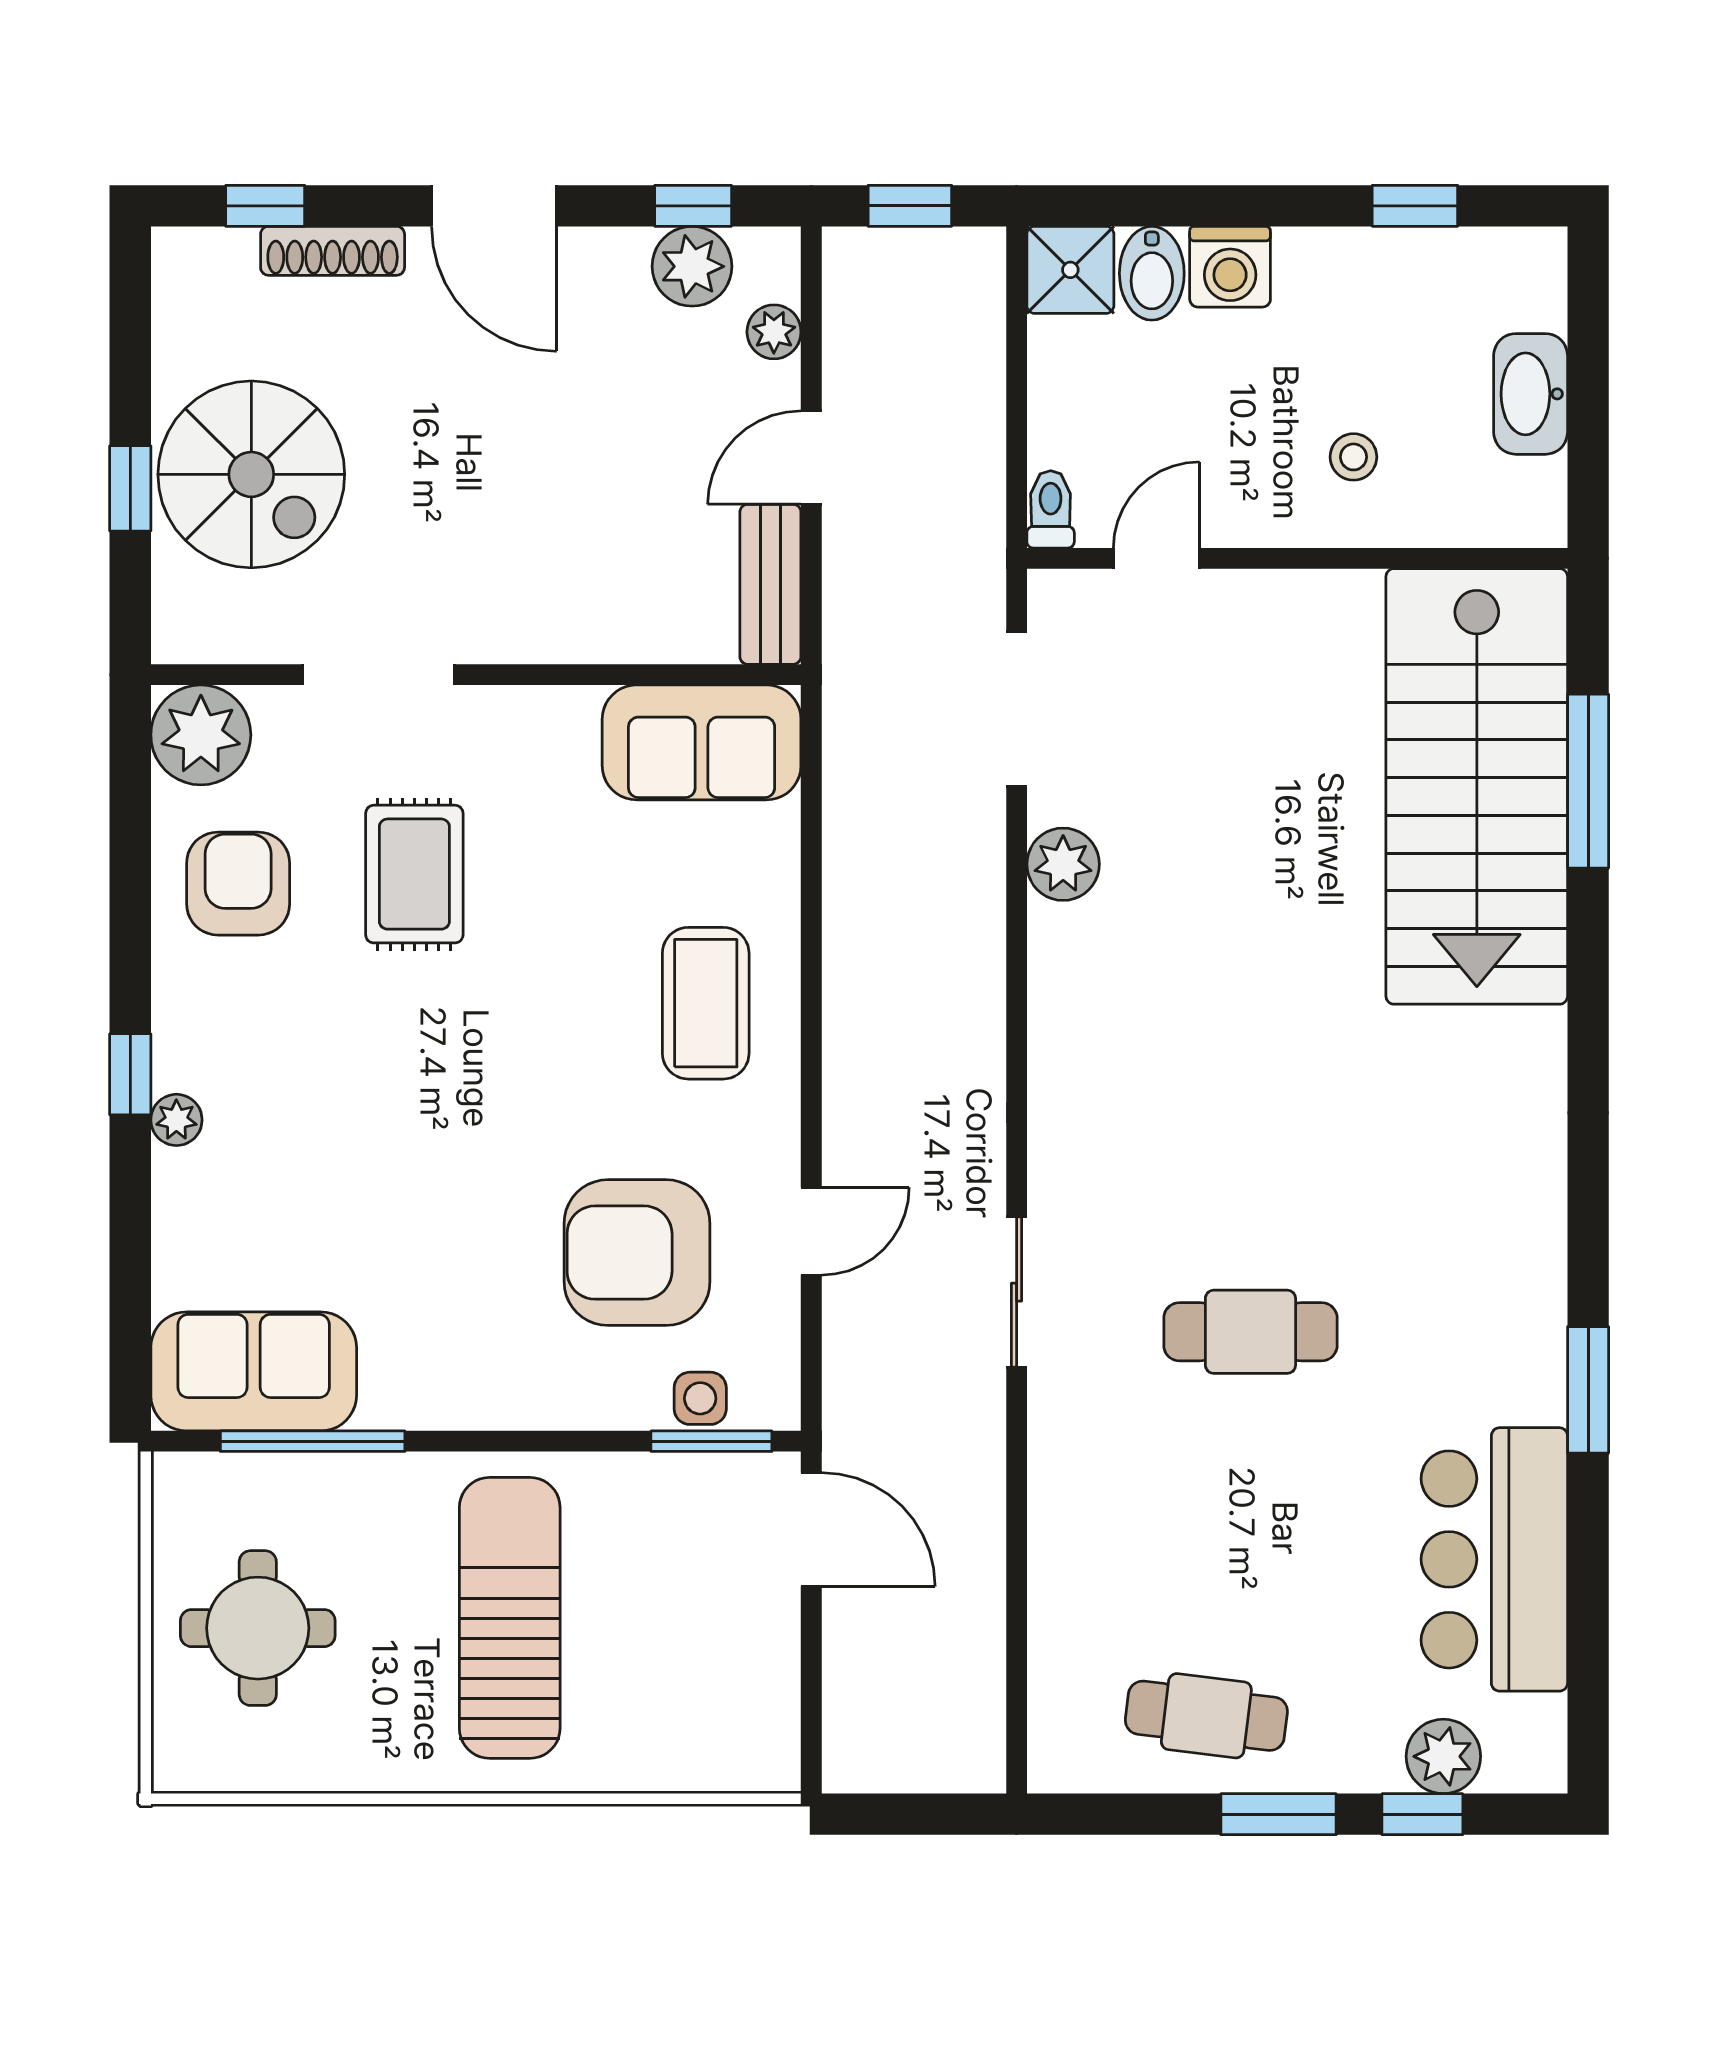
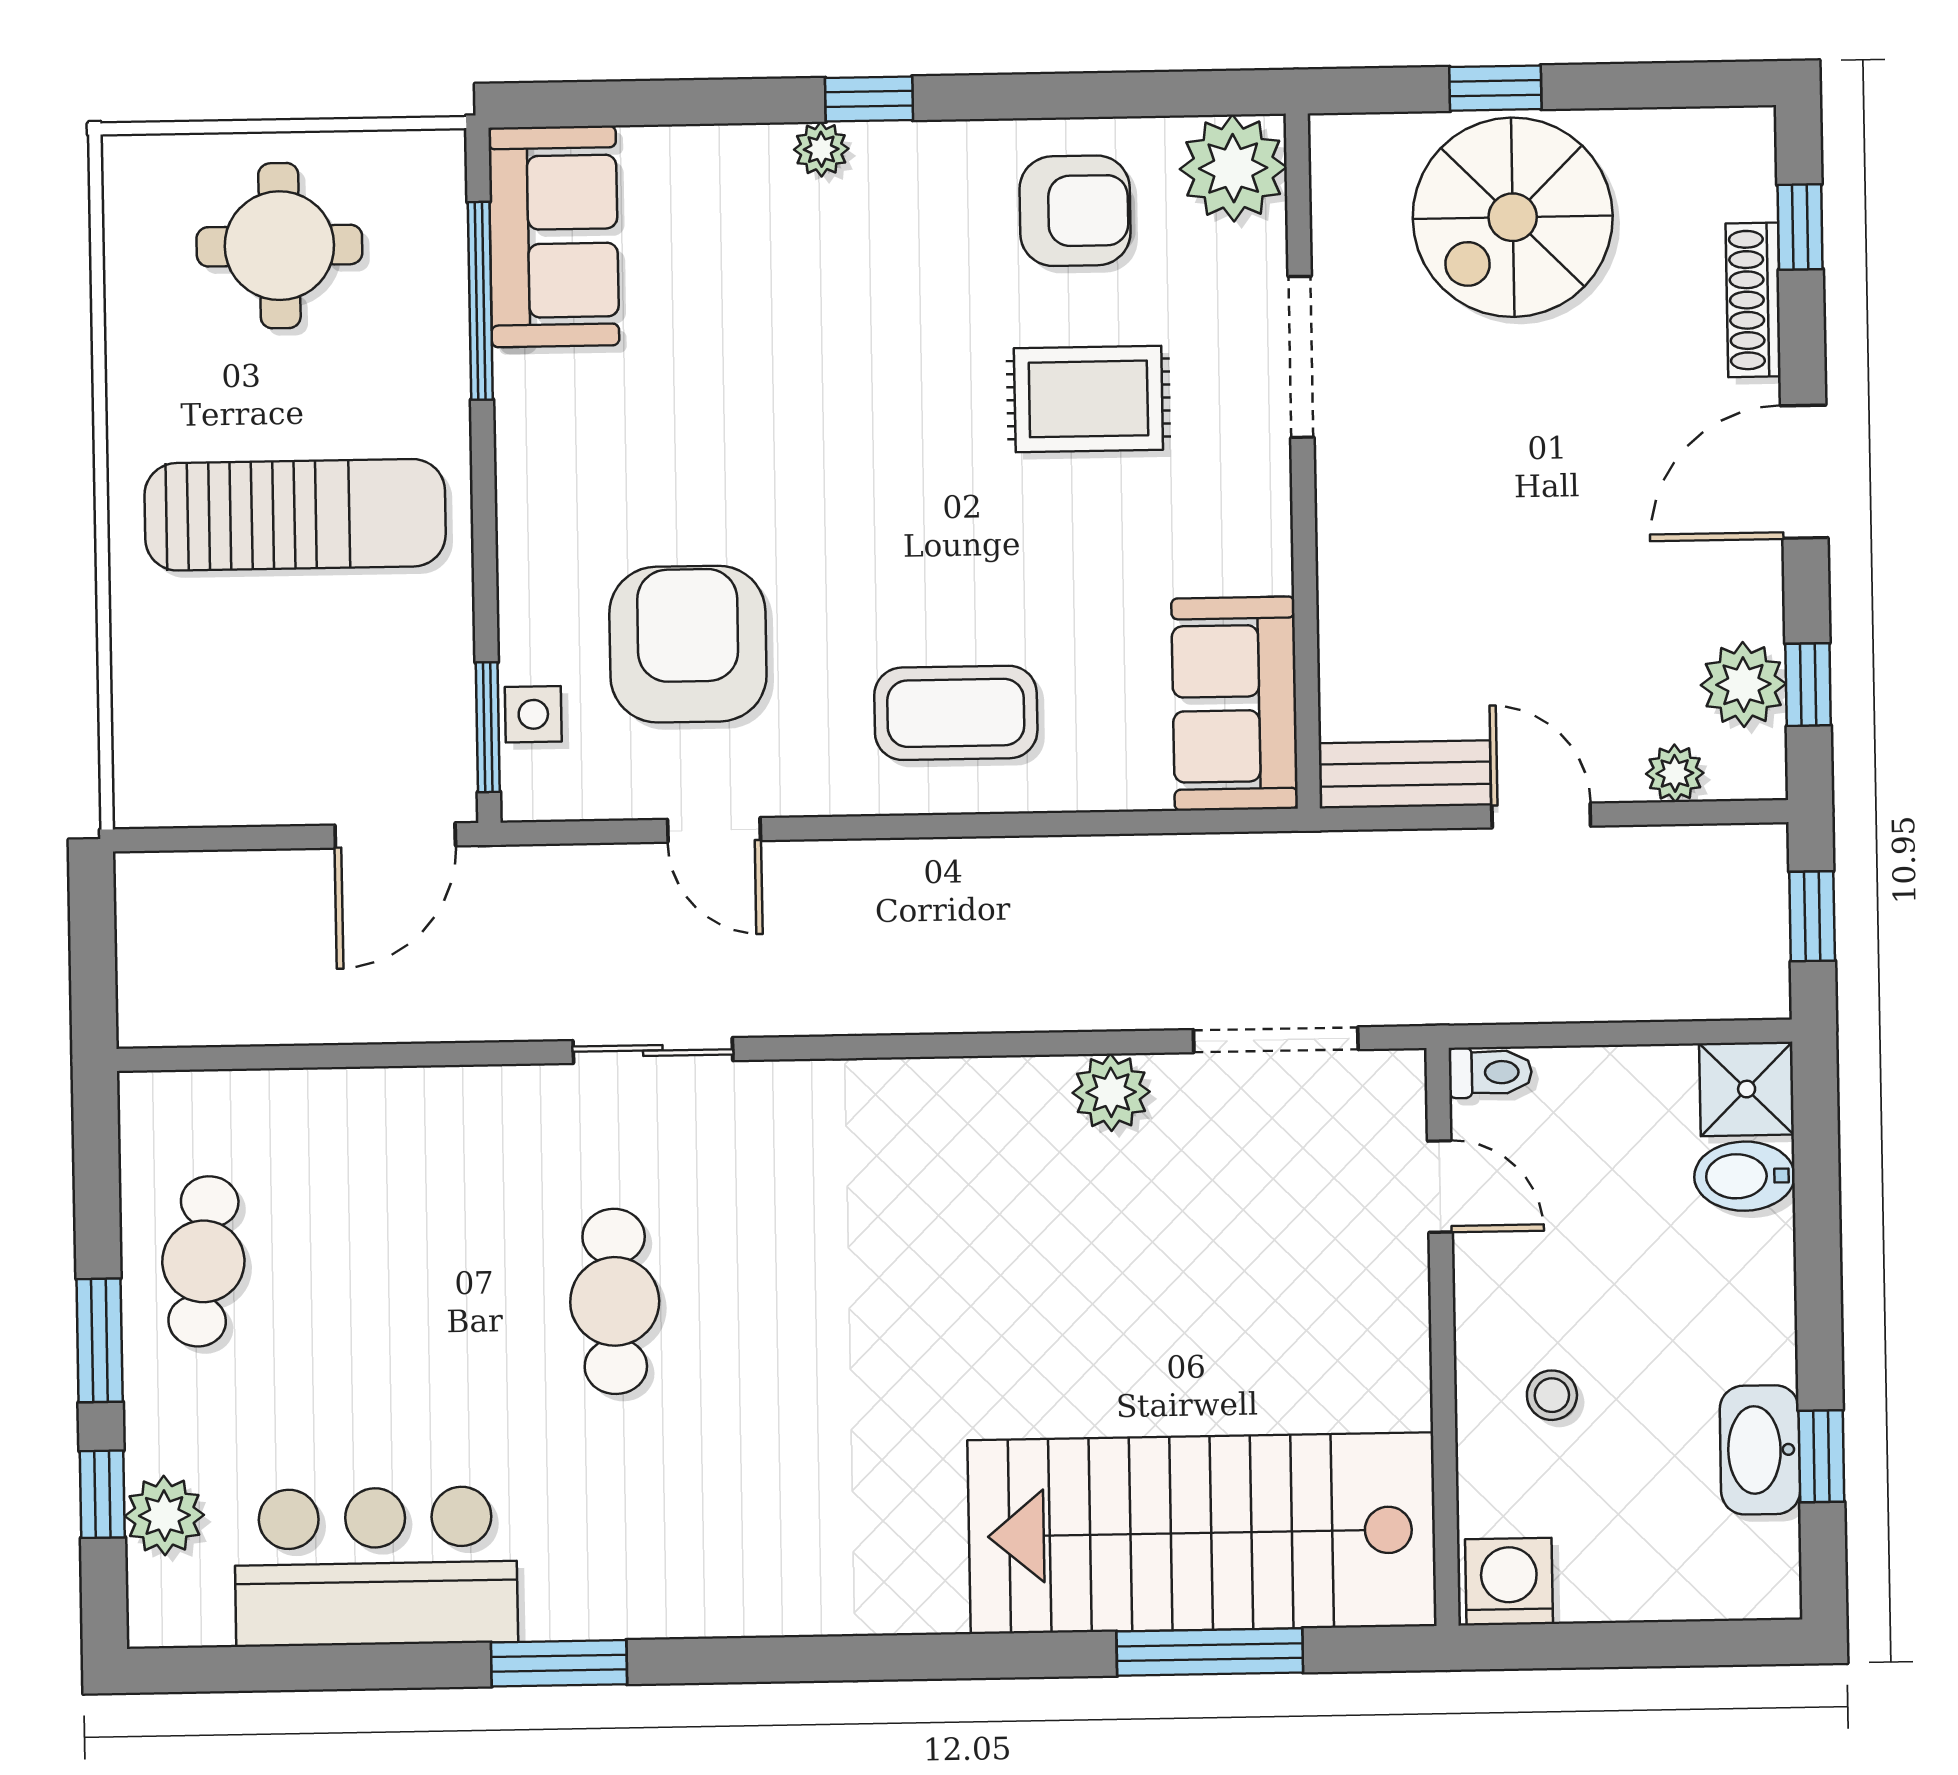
washing machine: (1230, 267) -> (1509, 1582), moved, turned 90
washbasin: (1531, 394) -> (1760, 1450), moved, turned -90

